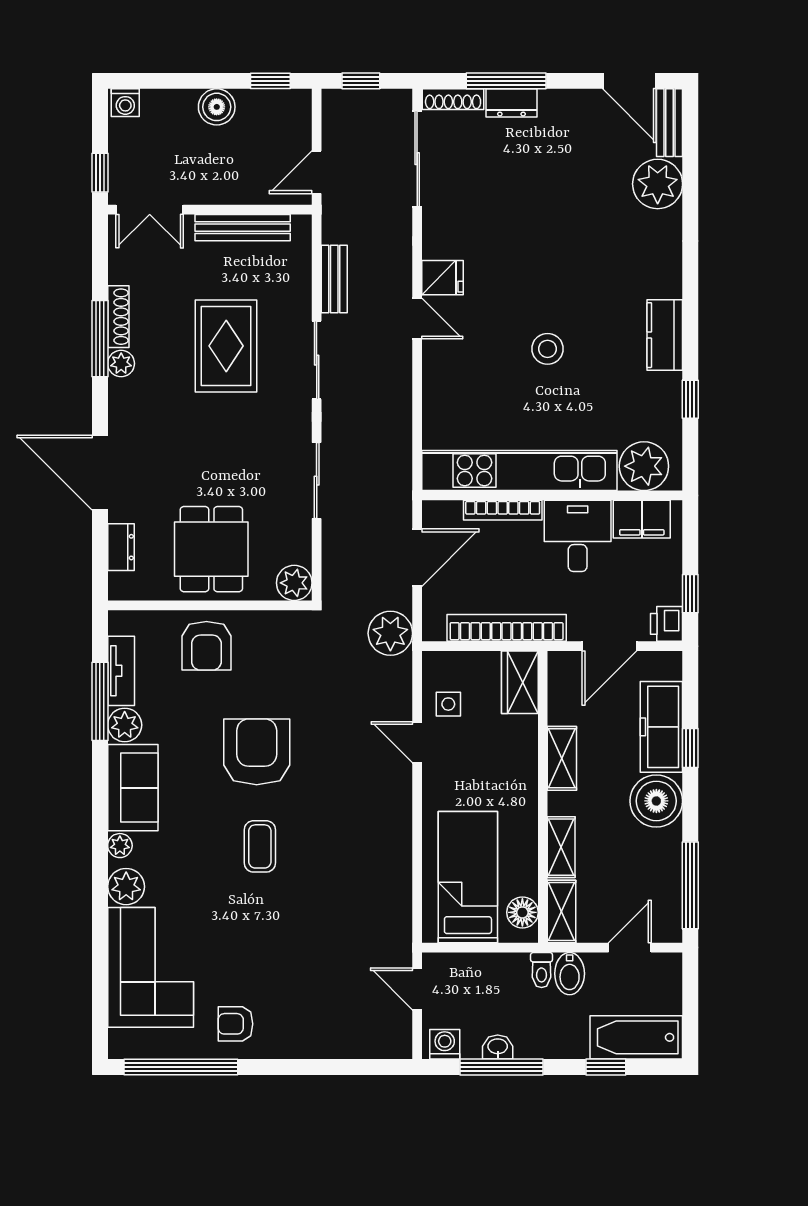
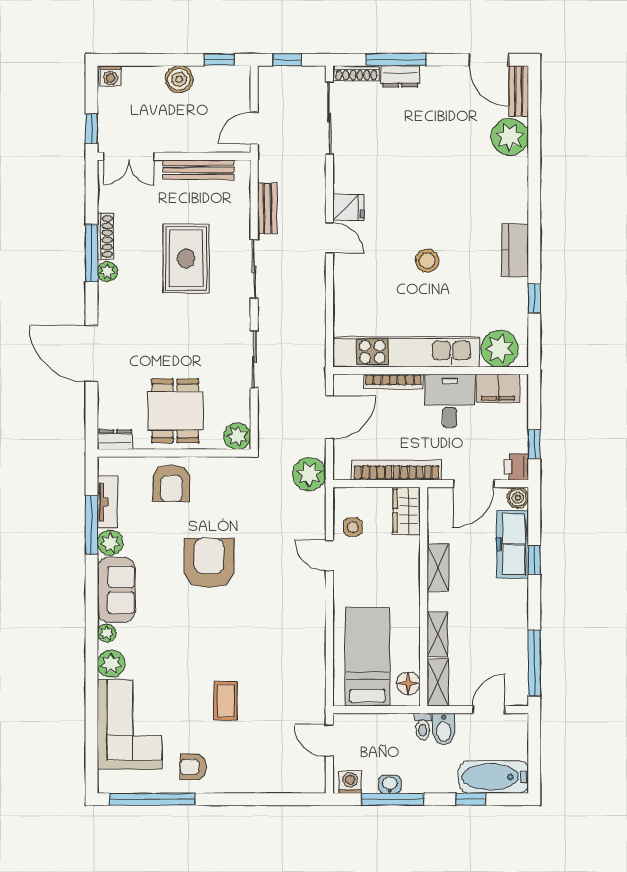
dresser: (121, 547) -> (115, 440), moved, turned -90
boiler: (656, 801) -> (518, 498), moved, width x0.54, depth x0.54
coffee table: (260, 846) -> (226, 701), moved

